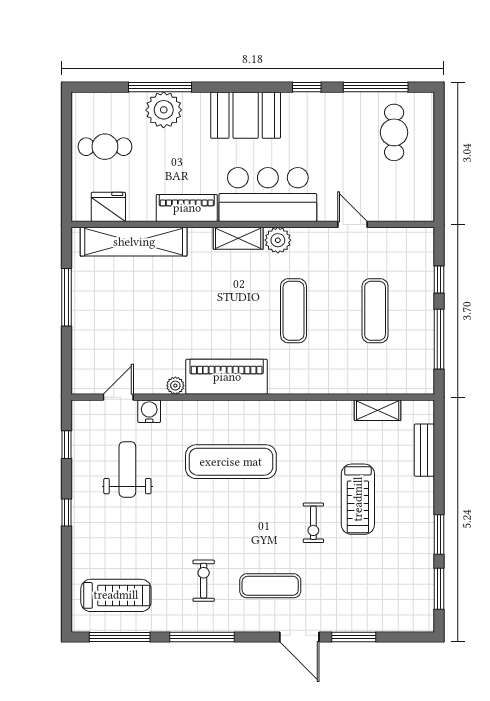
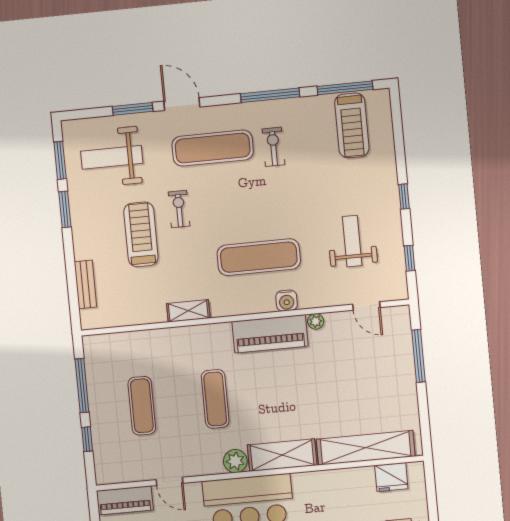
piano: (187, 208) -> (125, 500), moved
shelving: (238, 238) -> (282, 455), width x1.50, depth x1.33
window: (66, 297) -> (419, 356), moved
door: (118, 397) -> (366, 306), hinge flipped
shelving: (378, 410) -> (188, 311), moved
water cooler: (149, 411) -> (287, 301), moved
weight bench: (127, 469) -> (352, 241), turned 180
exercise bike: (204, 581) -> (273, 147), turned 180
exercise mat: (270, 586) -> (213, 148), width x1.36, depth x1.45
weight bench: (382, 587) -> (112, 157), added
treadmill: (116, 595) -> (352, 125), turned -90

